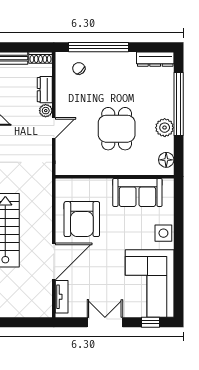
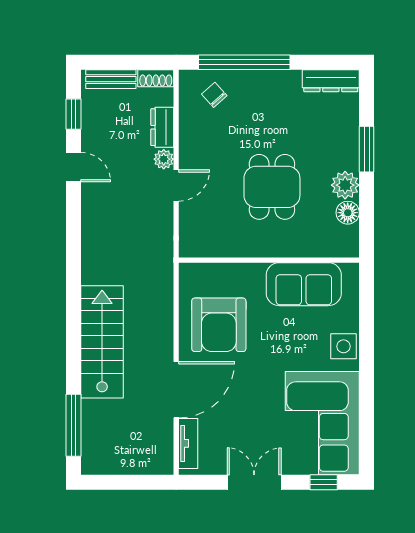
window: (179, 104) -> (367, 149), width x0.47
floor lamp: (166, 160) -> (348, 213), moved

